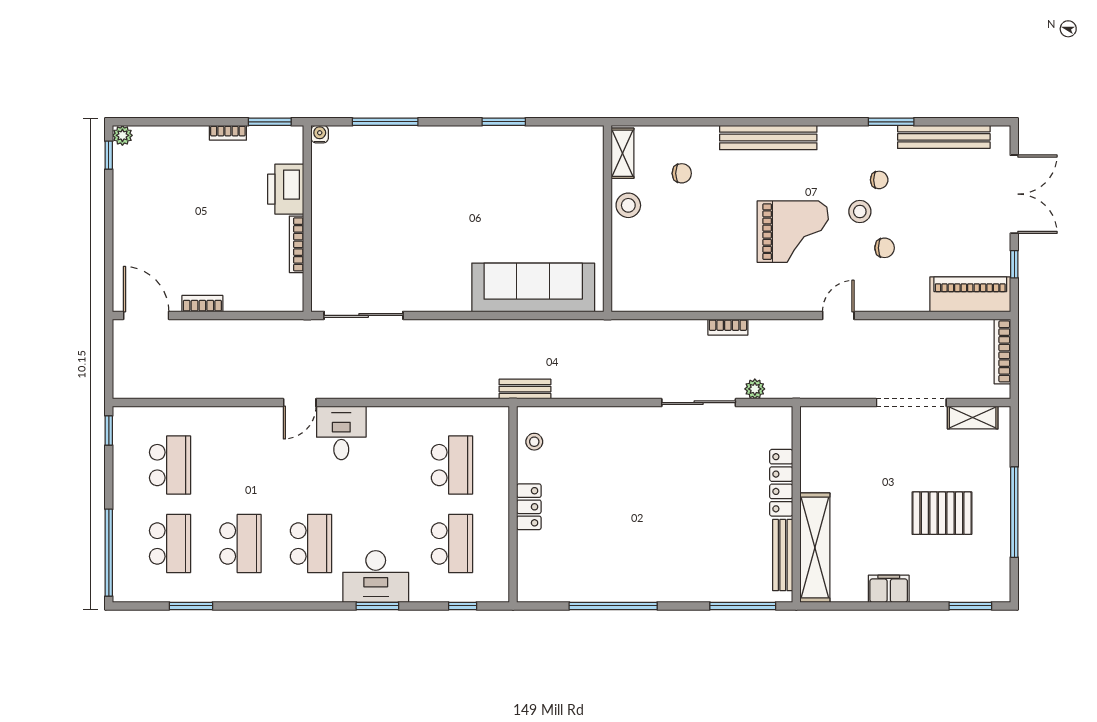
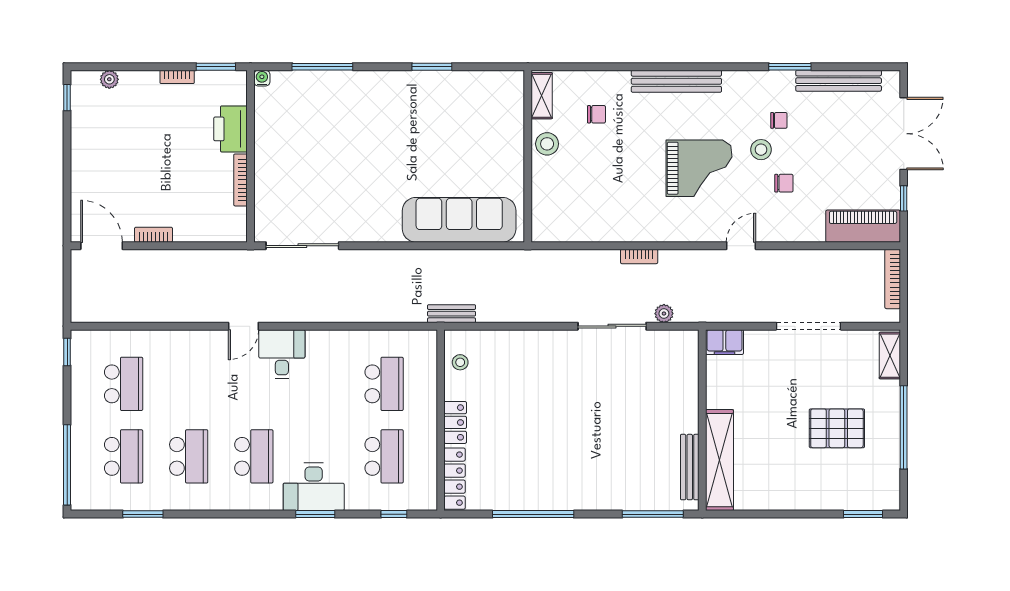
plant: (122, 135) -> (109, 79), moved
shelving: (973, 418) -> (890, 356), moved, turned 90
locker: (781, 483) -> (455, 479), moved, turned 180
filing cabinet: (889, 589) -> (724, 342), moved, turned 180

